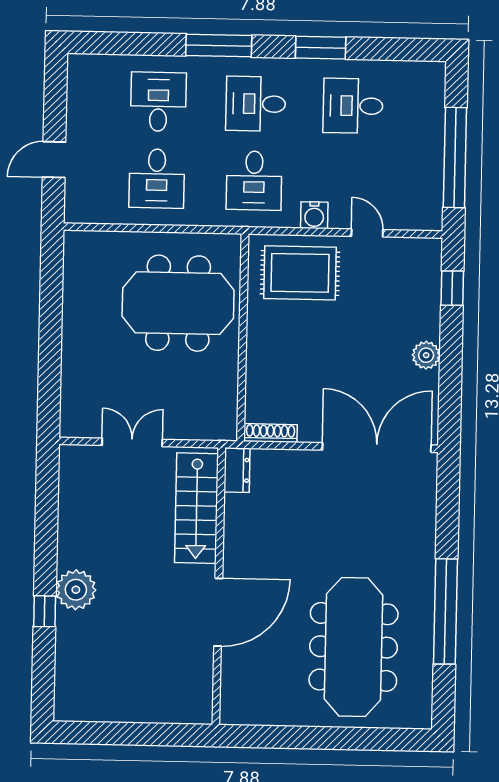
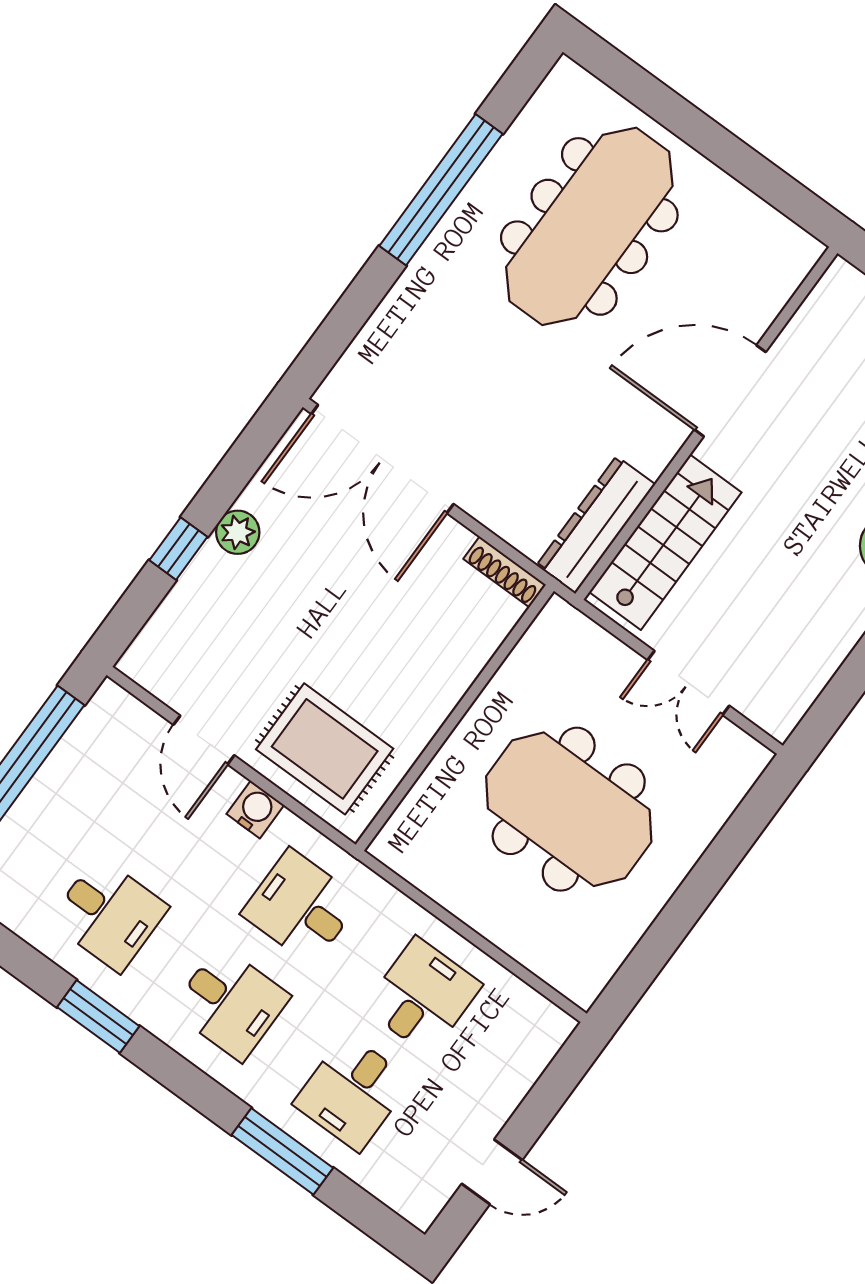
window: (219, 45) -> (282, 1151), moved
door: (54, 160) -> (492, 1172), moved
desk: (254, 181) -> (301, 907), turned -90
door: (367, 233) -> (204, 740), width x1.37
window: (452, 288) -> (178, 549), moved
meeting table: (178, 303) -> (569, 809), moved
dresser: (237, 470) -> (596, 525), width x1.96, depth x1.24

